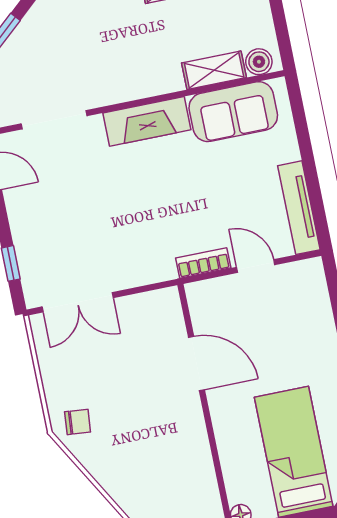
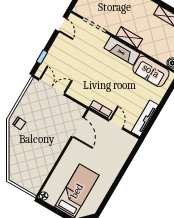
shelving: (214, 70) -> (129, 37), moved
double door: (78, 302) -> (52, 87), swing flipped
door: (196, 363) -> (78, 127), moved

